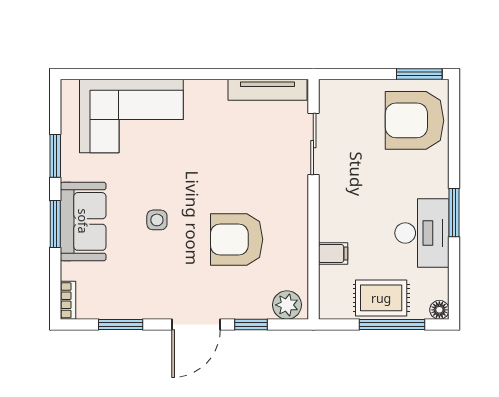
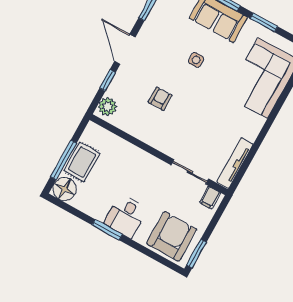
desk: (422, 233) -> (126, 216), moved, width x0.73
armchair: (237, 239) -> (160, 99), width x0.53, depth x0.53
filing cabinet: (333, 254) -> (210, 198), moved
floor lamp: (439, 310) -> (64, 189), width x1.89, depth x1.89

